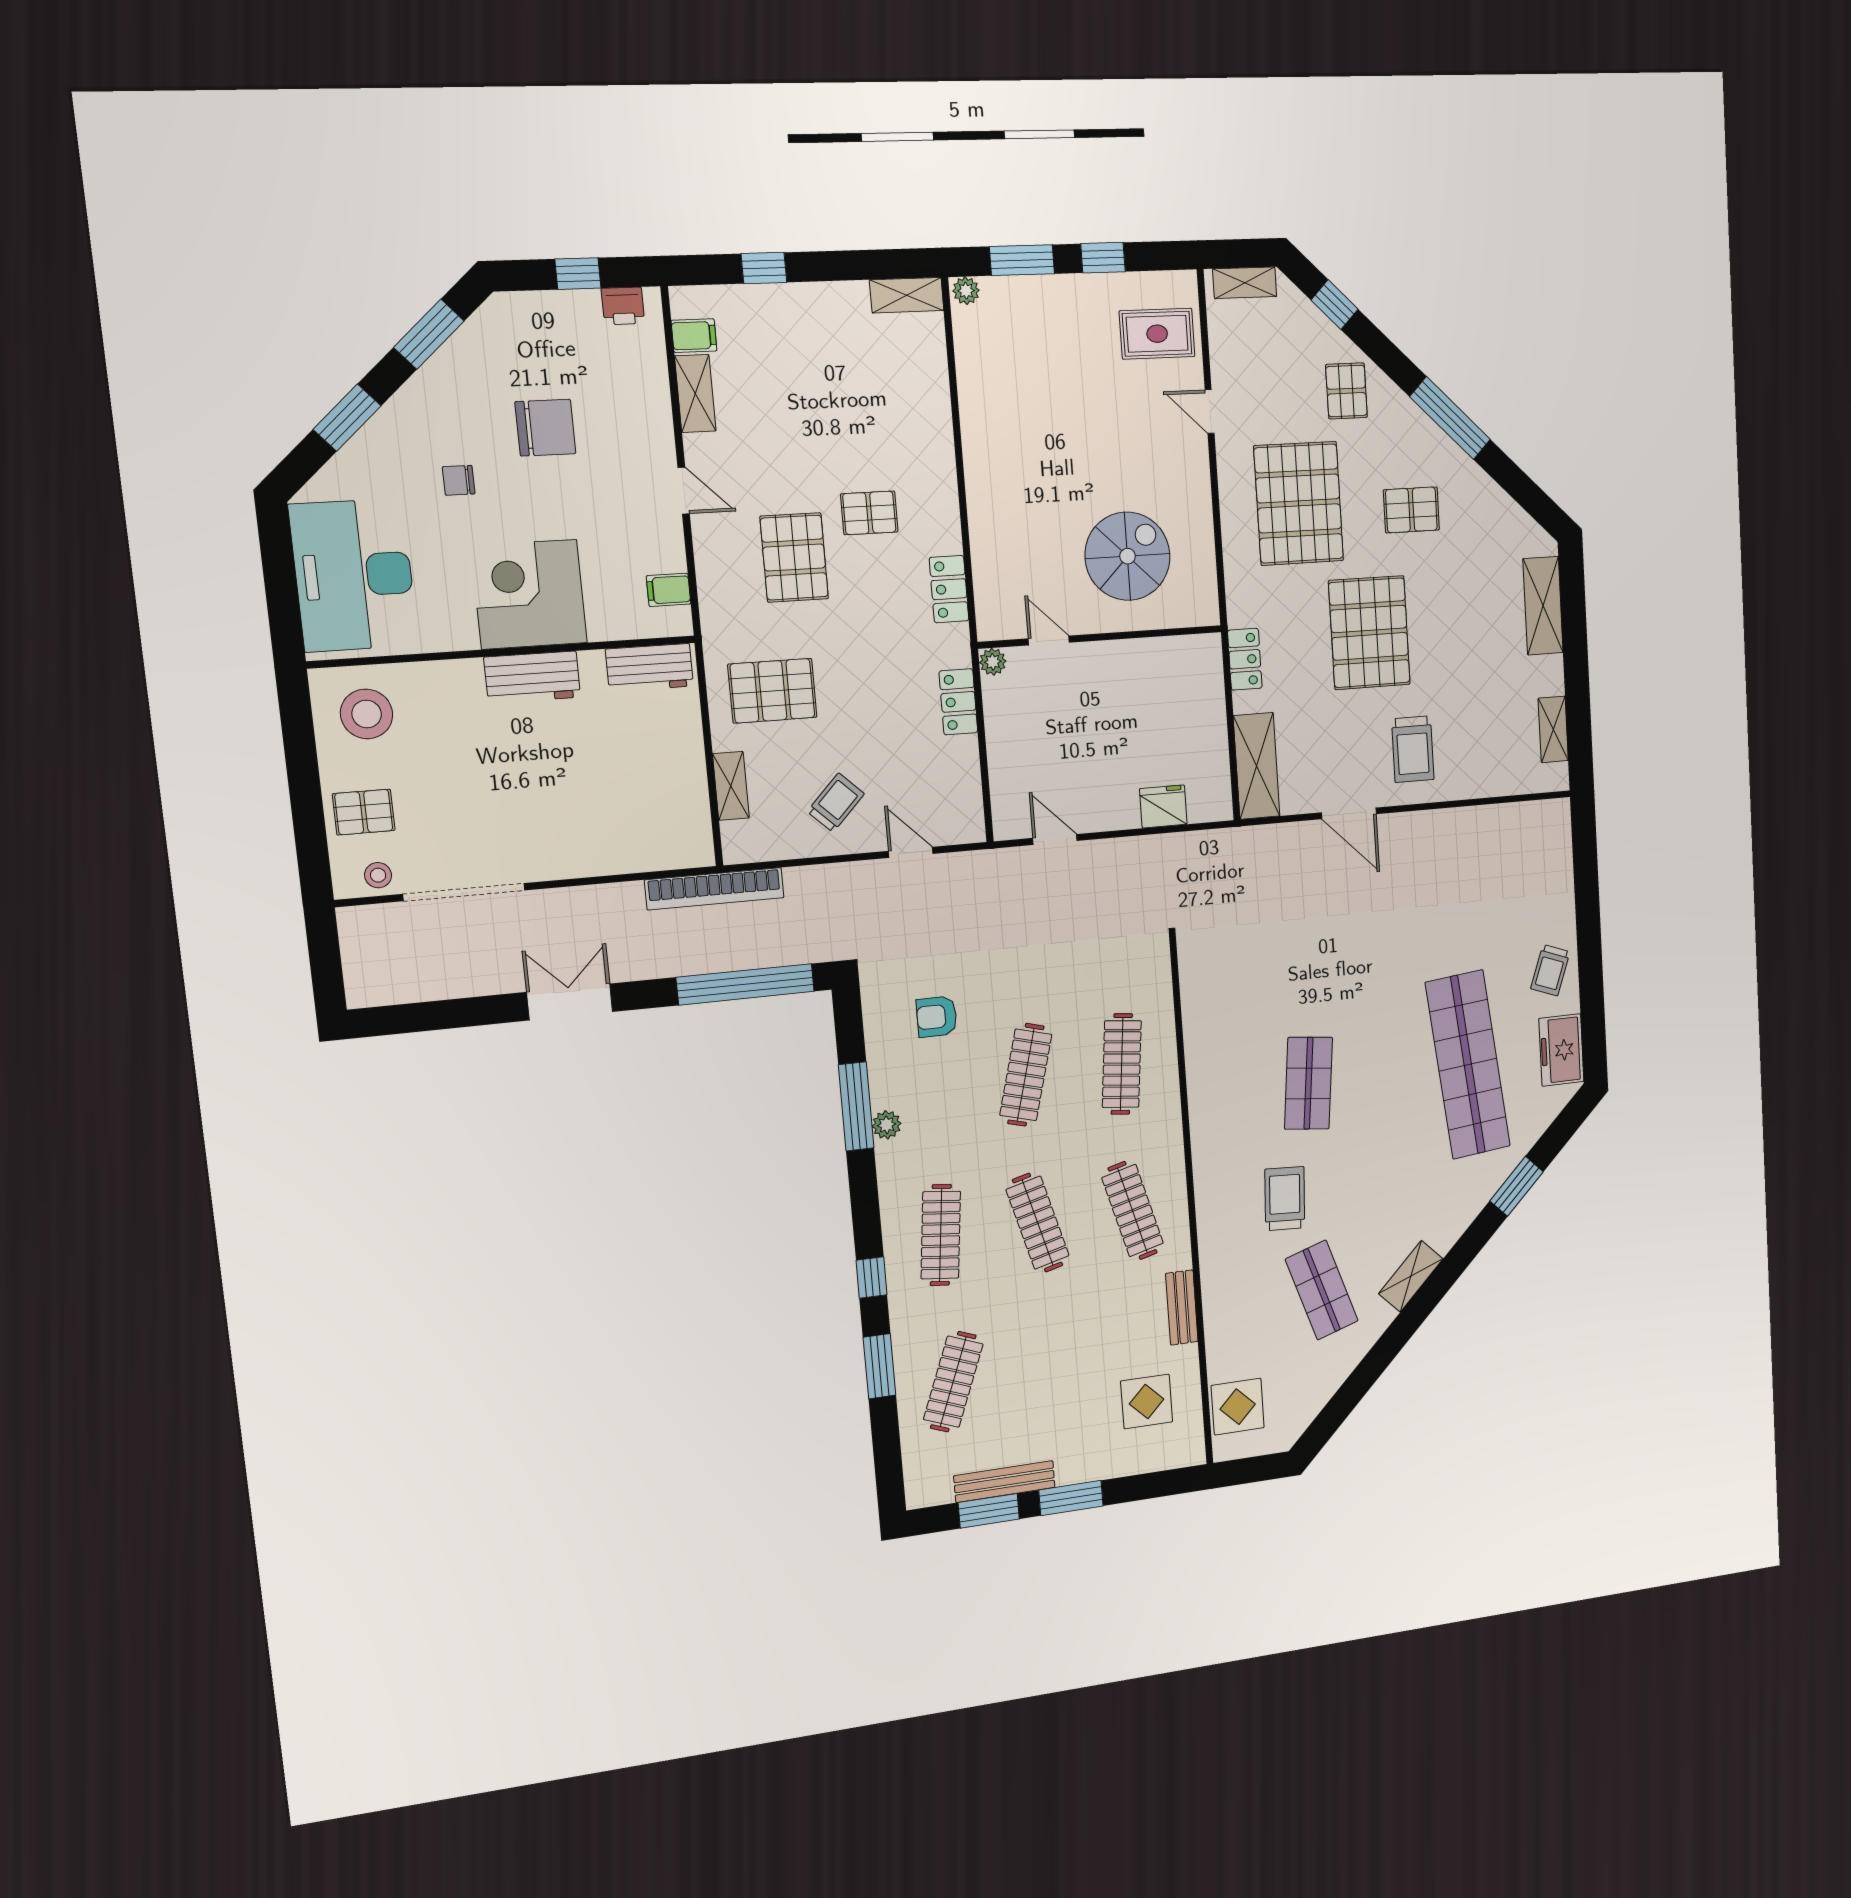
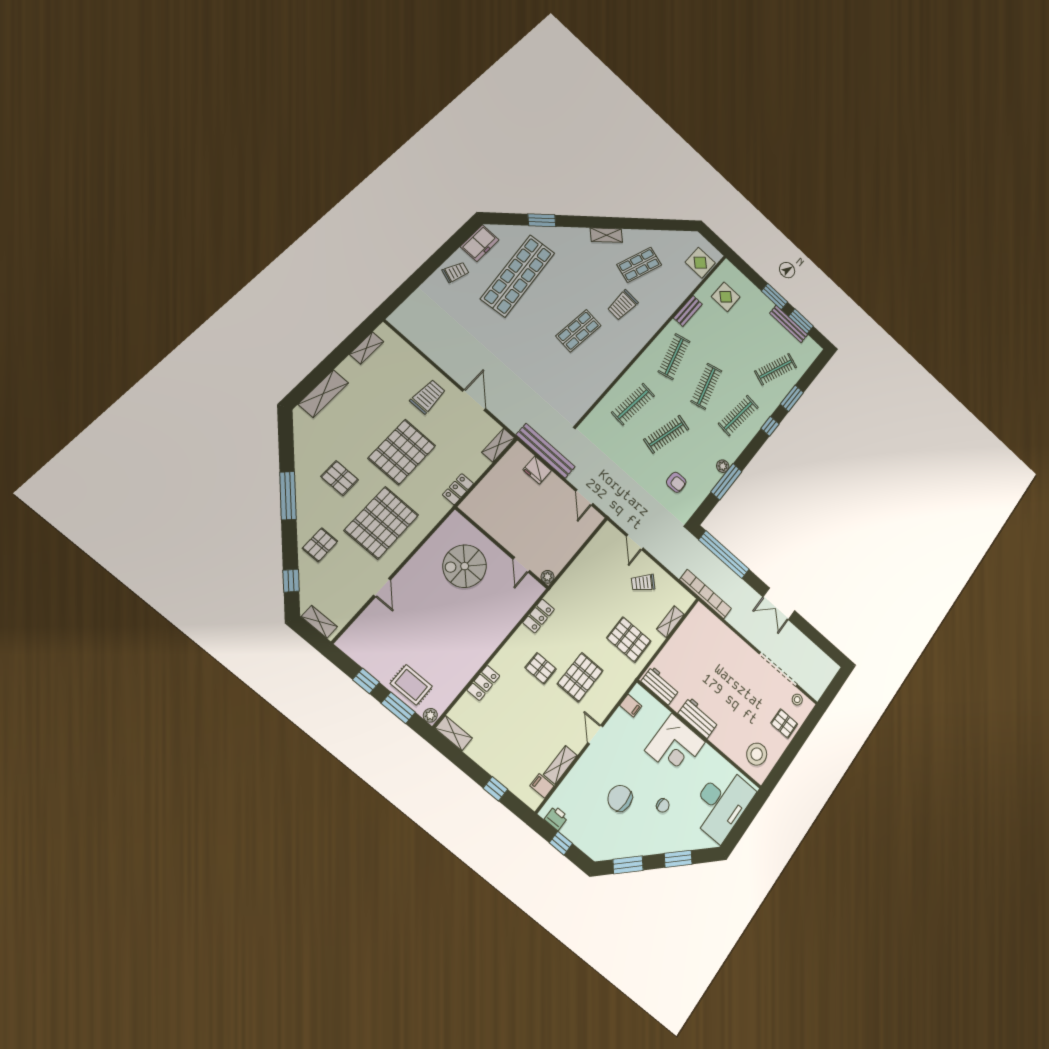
rug: (1157, 334) -> (411, 685), moved
locker: (958, 702) -> (483, 683), moved
shelving: (1257, 766) -> (498, 445), width x0.67, depth x0.75
bench: (1179, 849) -> (546, 451), added
shop shelf: (1322, 1290) -> (639, 265), turned 36

